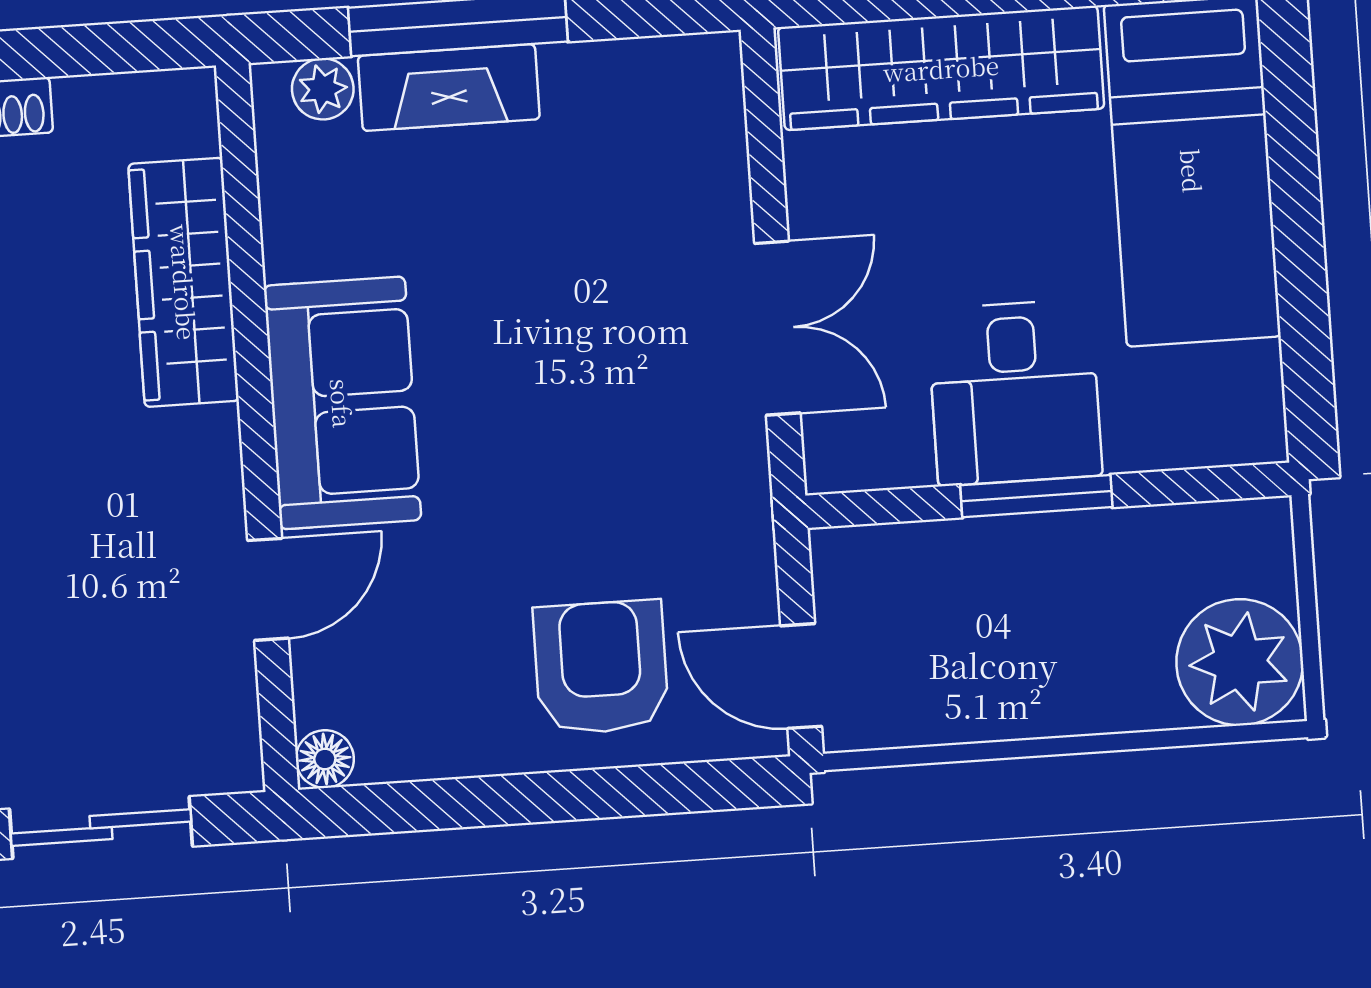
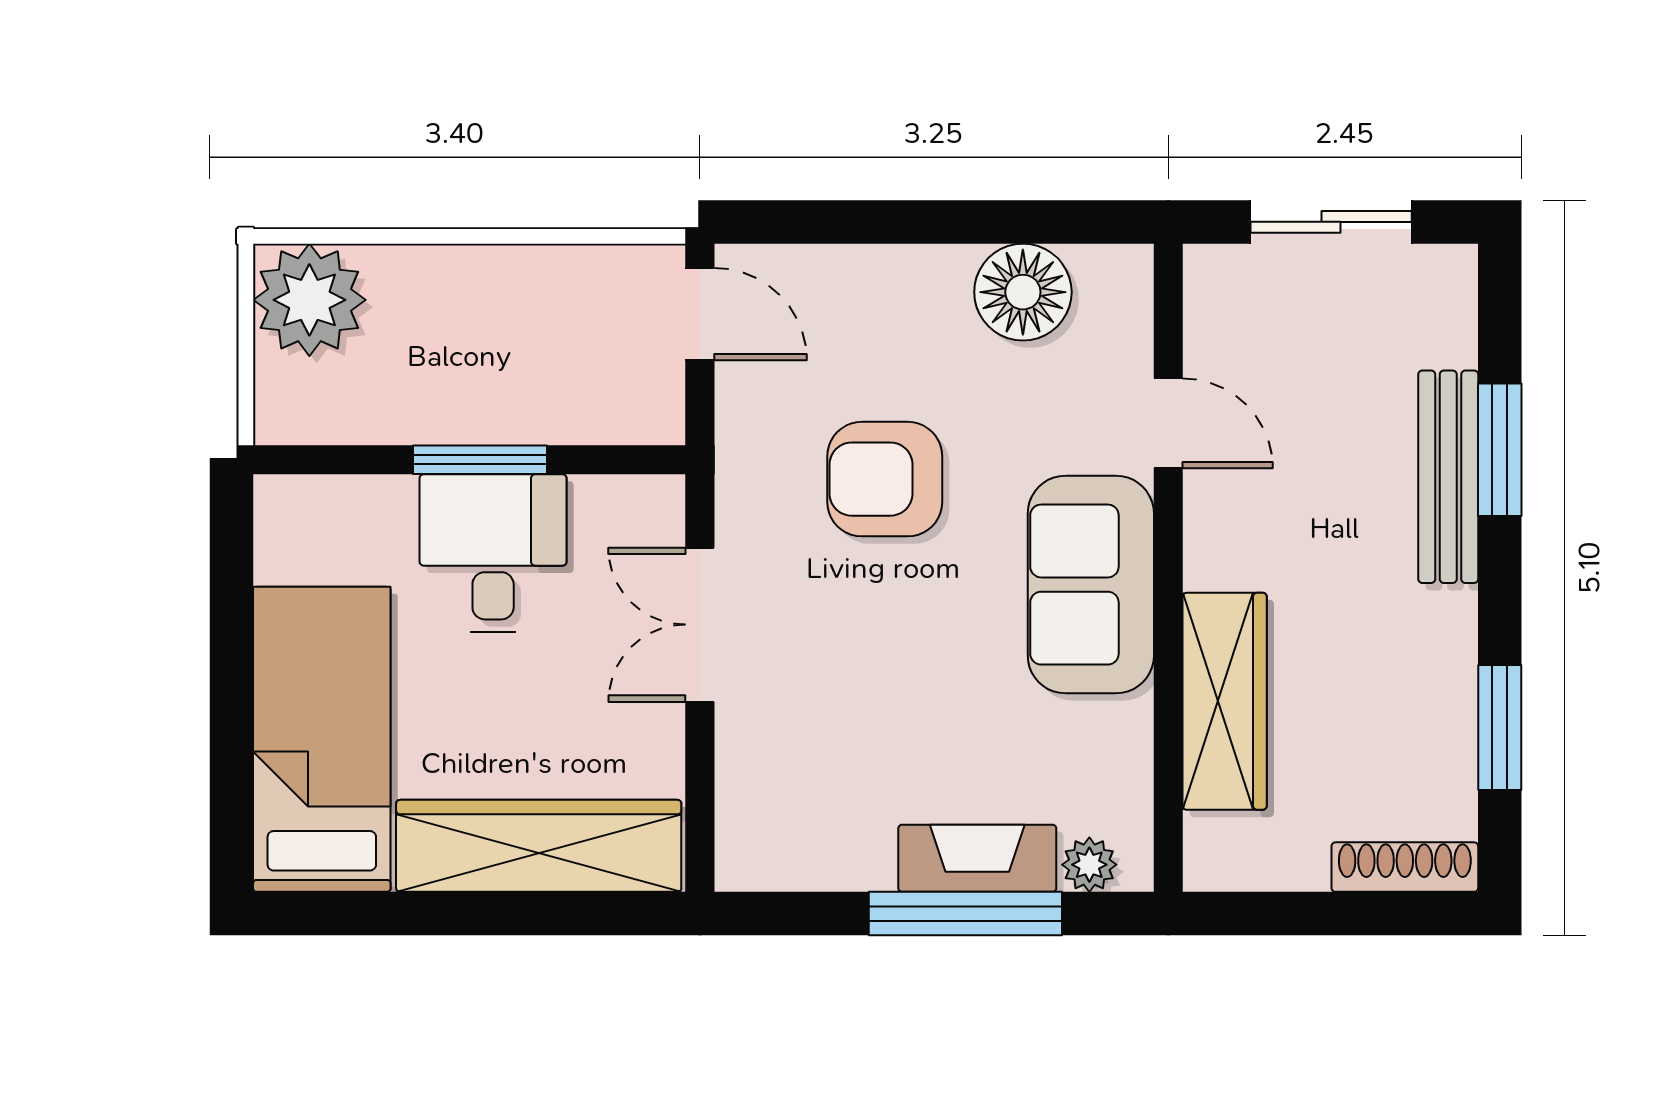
door: (268, 589) -> (1168, 423), swing flipped
armchair: (601, 667) -> (885, 479), moved, turned 90
floor lamp: (325, 759) -> (1023, 292), moved, width x1.89, depth x1.89

